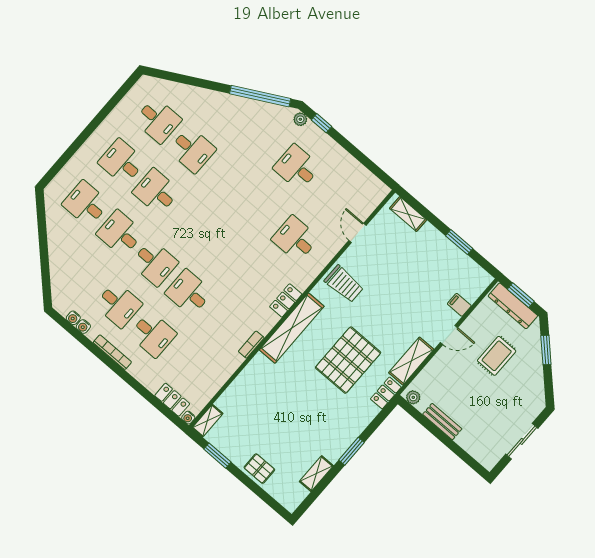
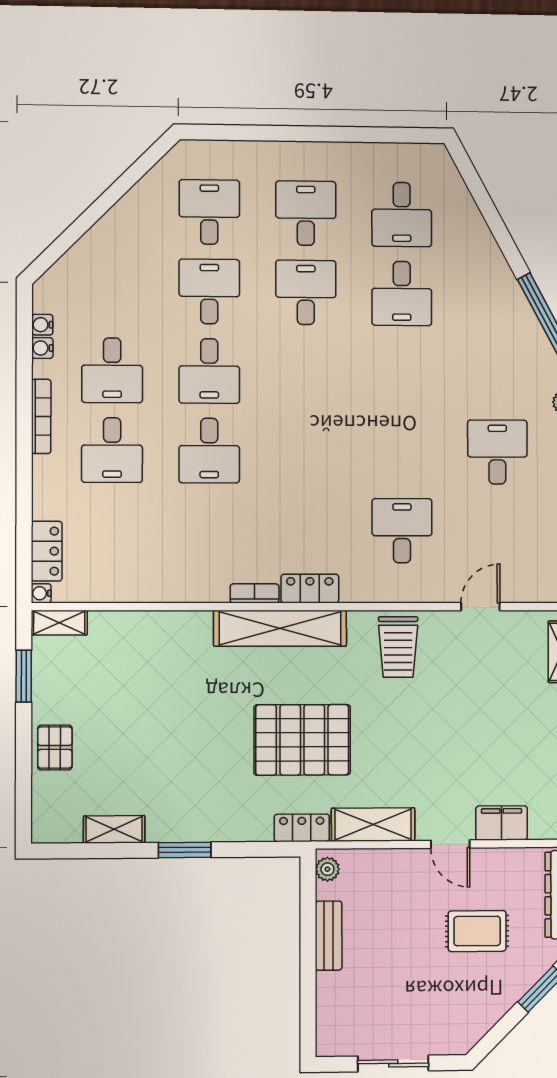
desk: (189, 293) -> (209, 451), turned 180
filing cabinet: (459, 305) -> (502, 823), width x2.00
bookcase: (251, 345) -> (255, 593), moved

